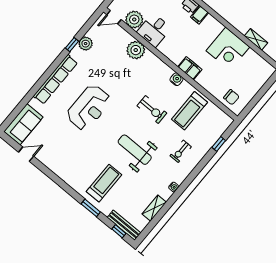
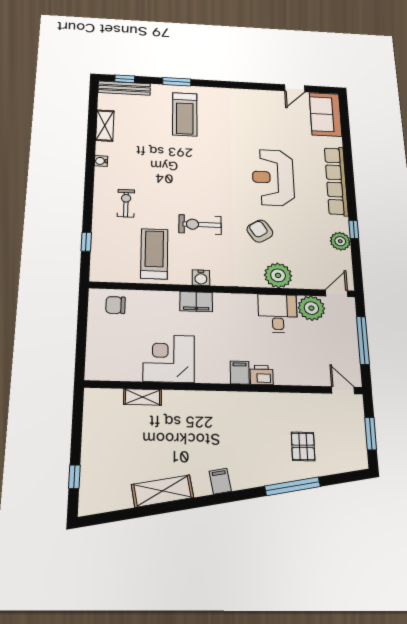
armchair: (123, 82) -> (260, 231), added
weight bench: (135, 150) -> (181, 169), removed

